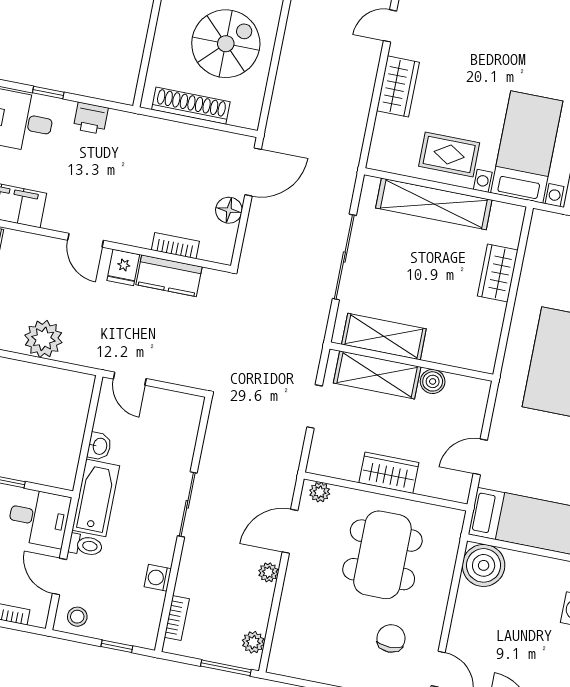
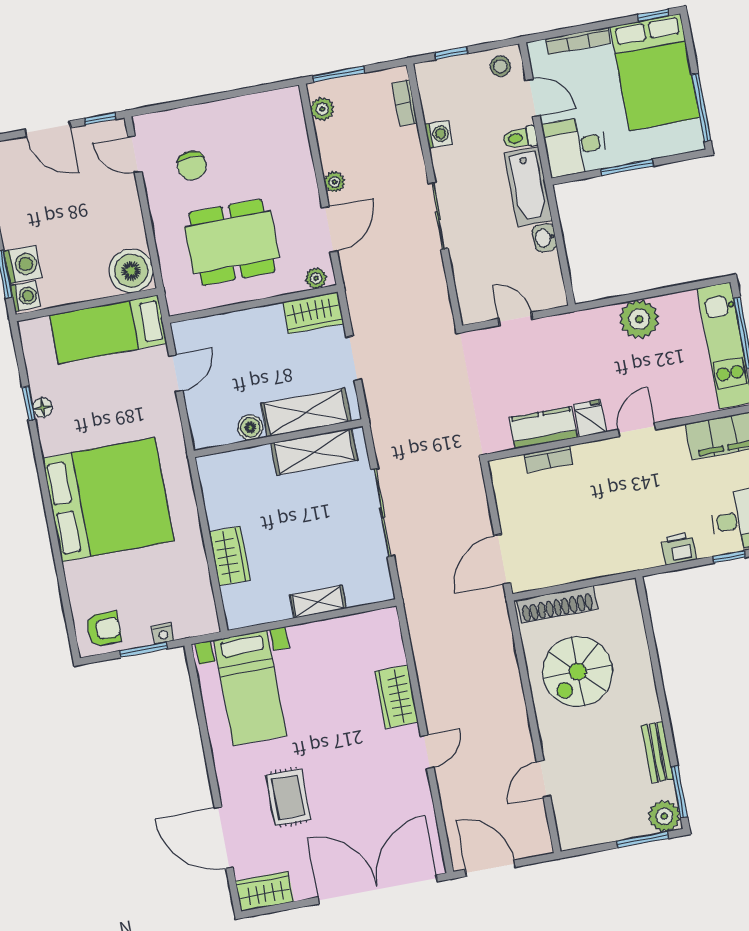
shoe rack: (191, 106) -> (557, 605), moved
rug: (449, 154) -> (288, 797), moved, turned 90
shelving: (434, 204) -> (318, 602), width x0.45, depth x0.75
floor lamp: (229, 210) -> (511, 513), removed
door: (85, 240) -> (637, 430), hinge flipped
door: (130, 379) -> (515, 319), moved
wardrobe: (389, 473) -> (313, 313), moved
dining table: (382, 555) -> (232, 242), turned 90

